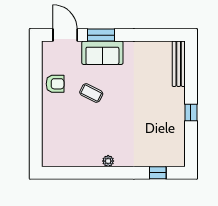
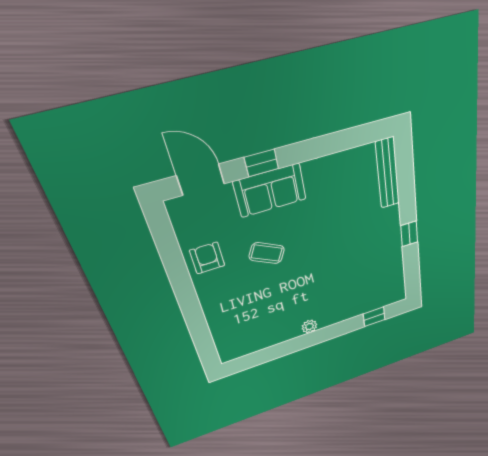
window: (101, 35) -> (262, 163), width x0.67
armchair: (55, 84) -> (207, 258), turned -90

